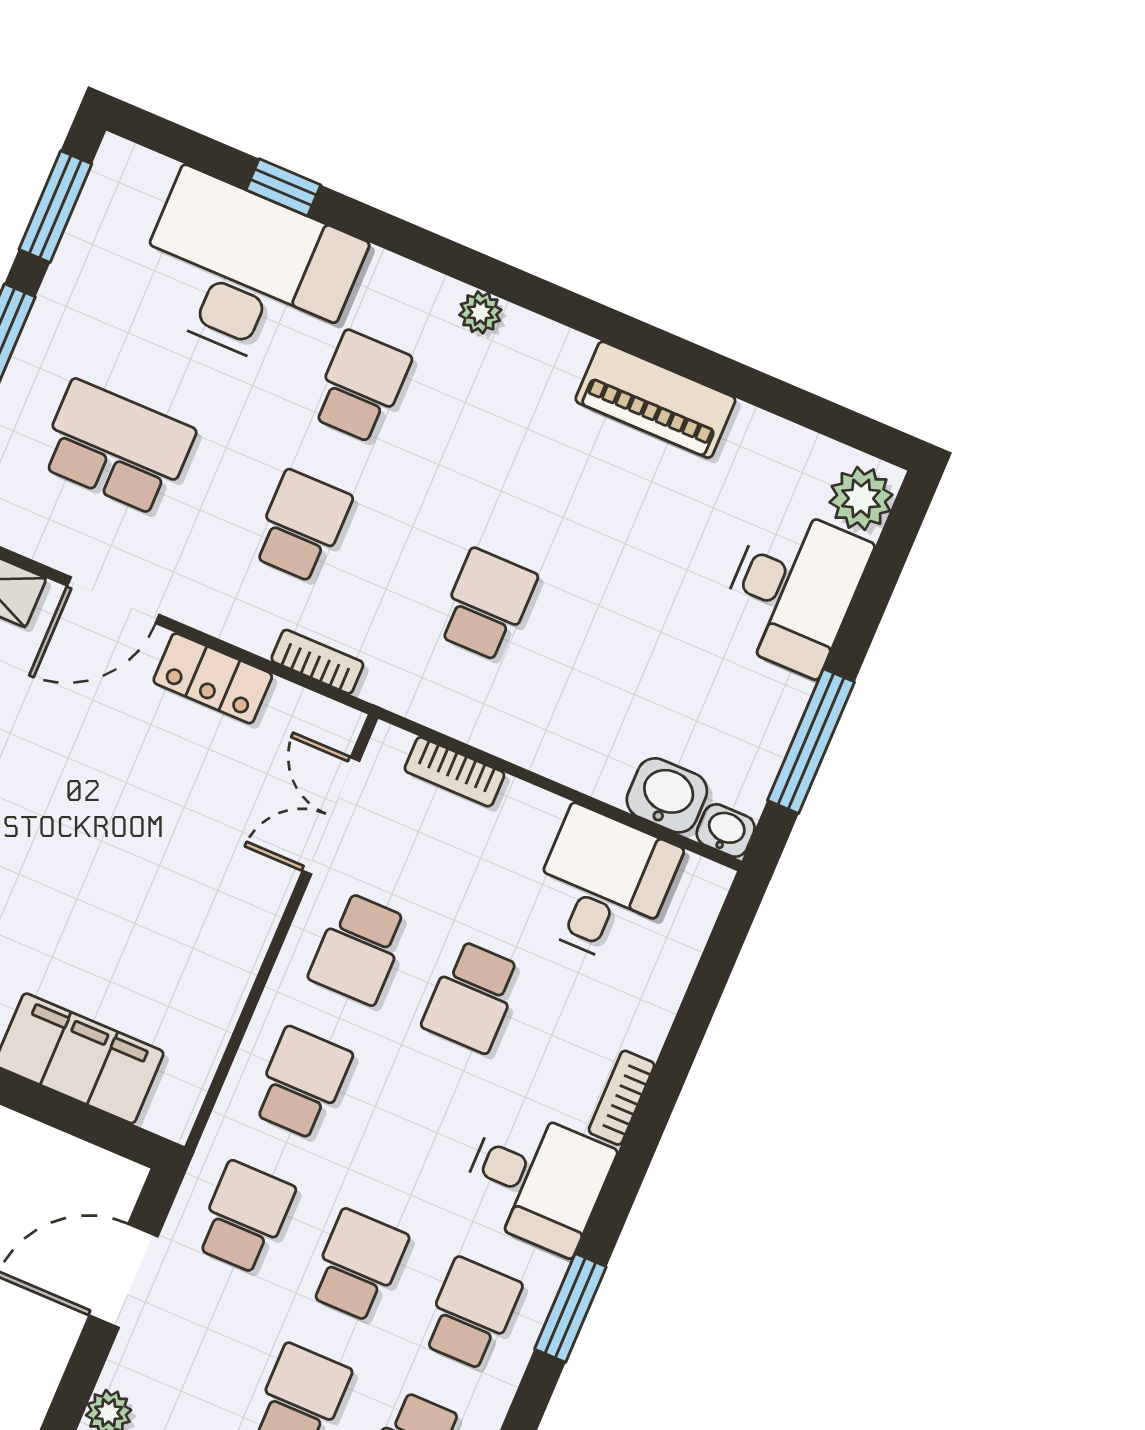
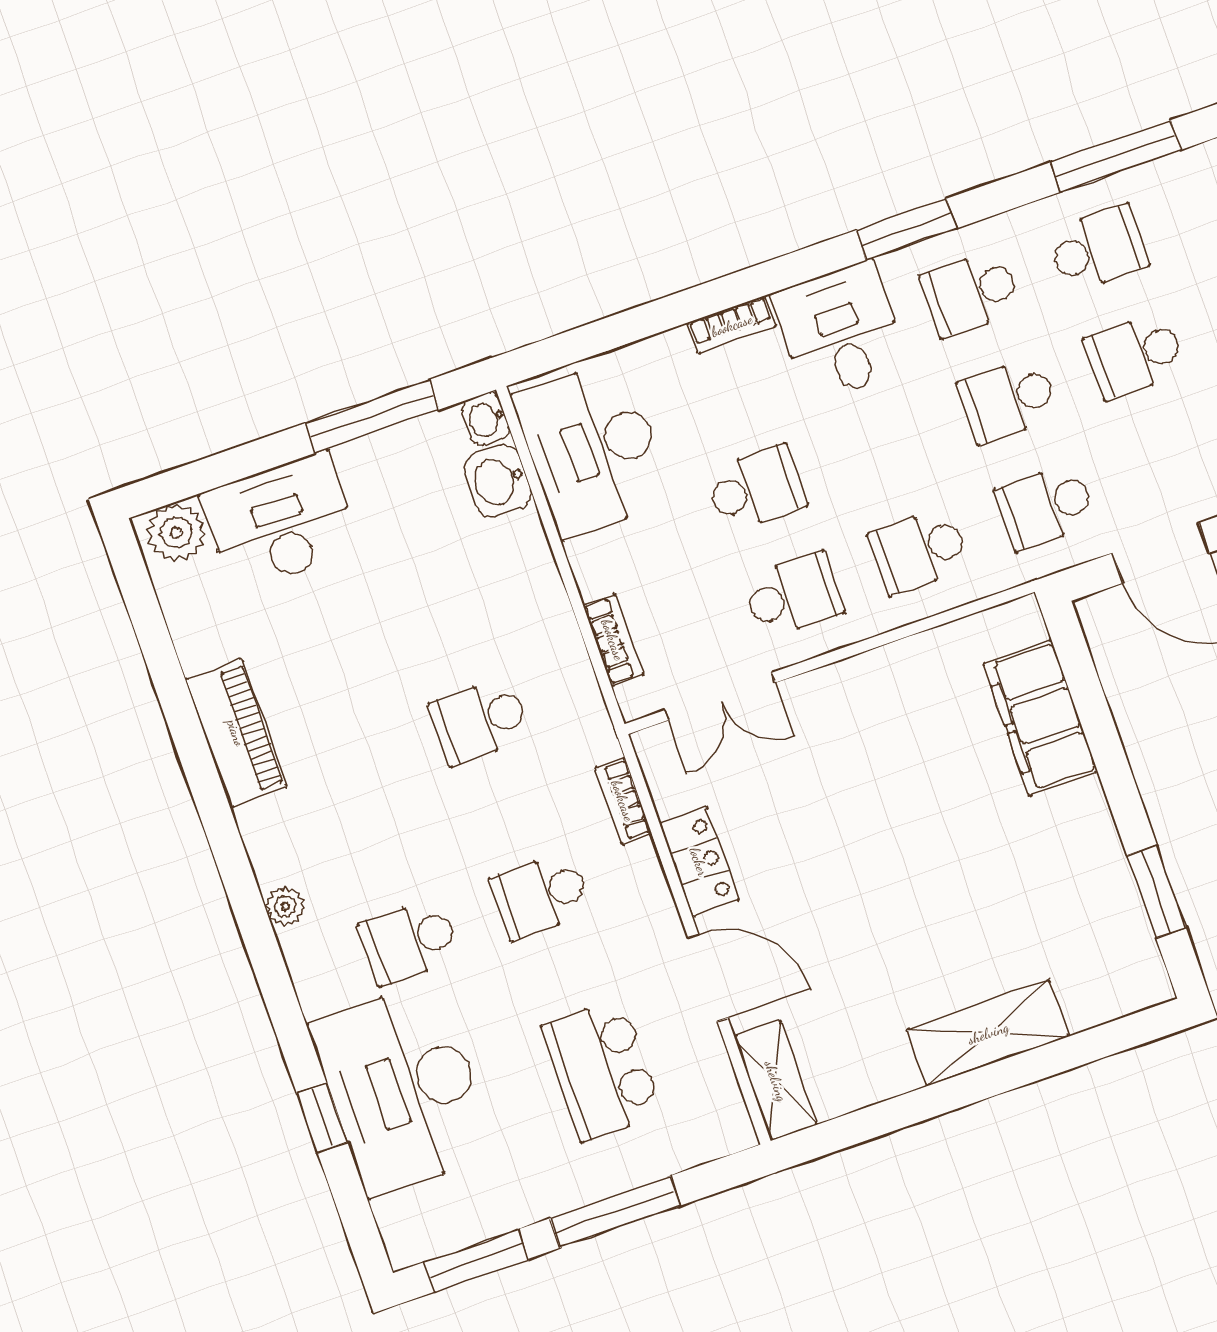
desk: (603, 886) -> (592, 448), width x1.37

